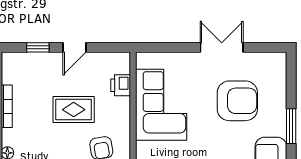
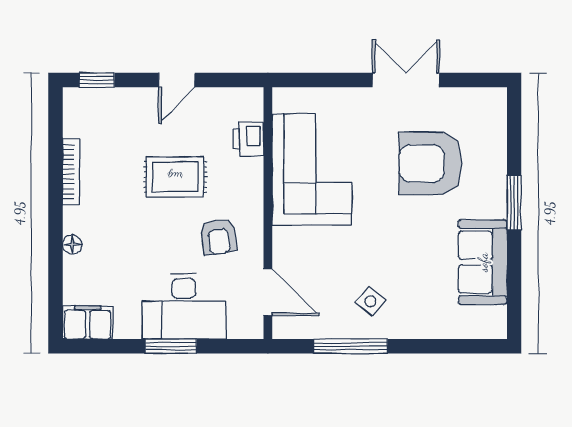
window: (38, 47) -> (97, 80), moved
armchair: (237, 101) -> (430, 163), turned 180

